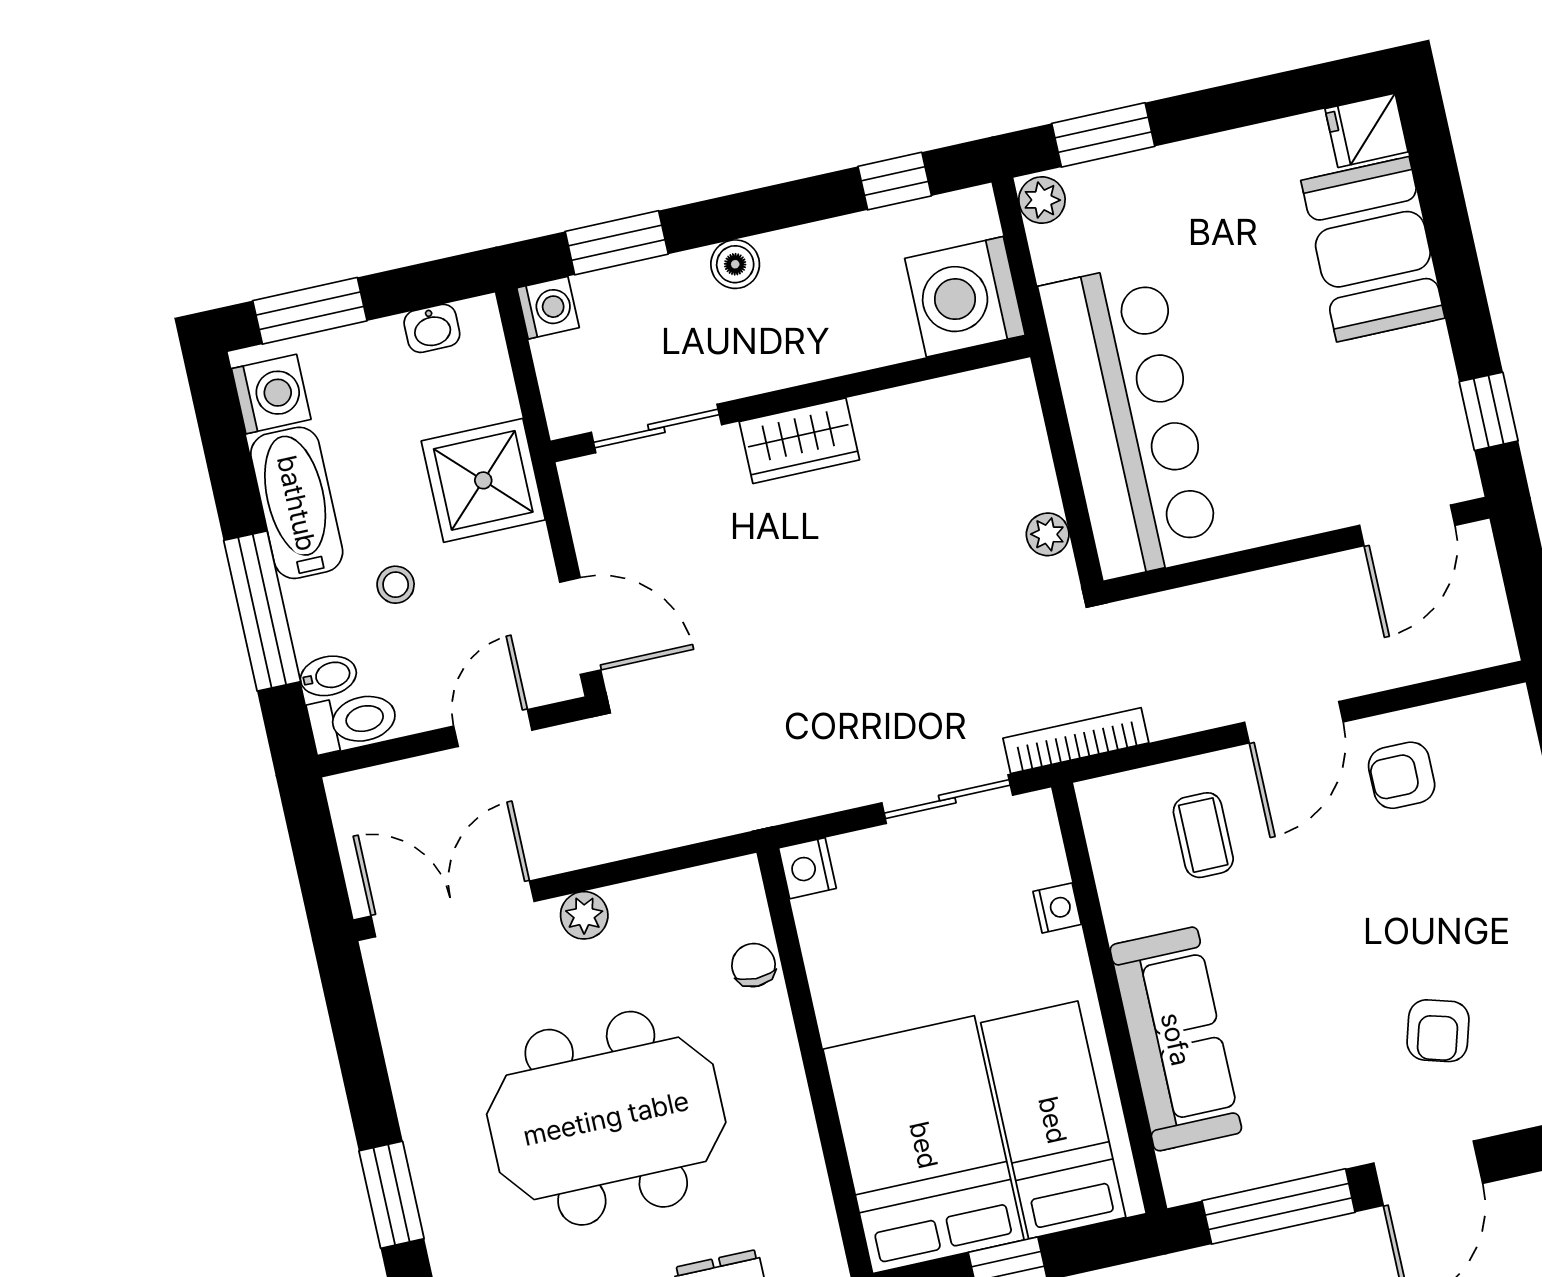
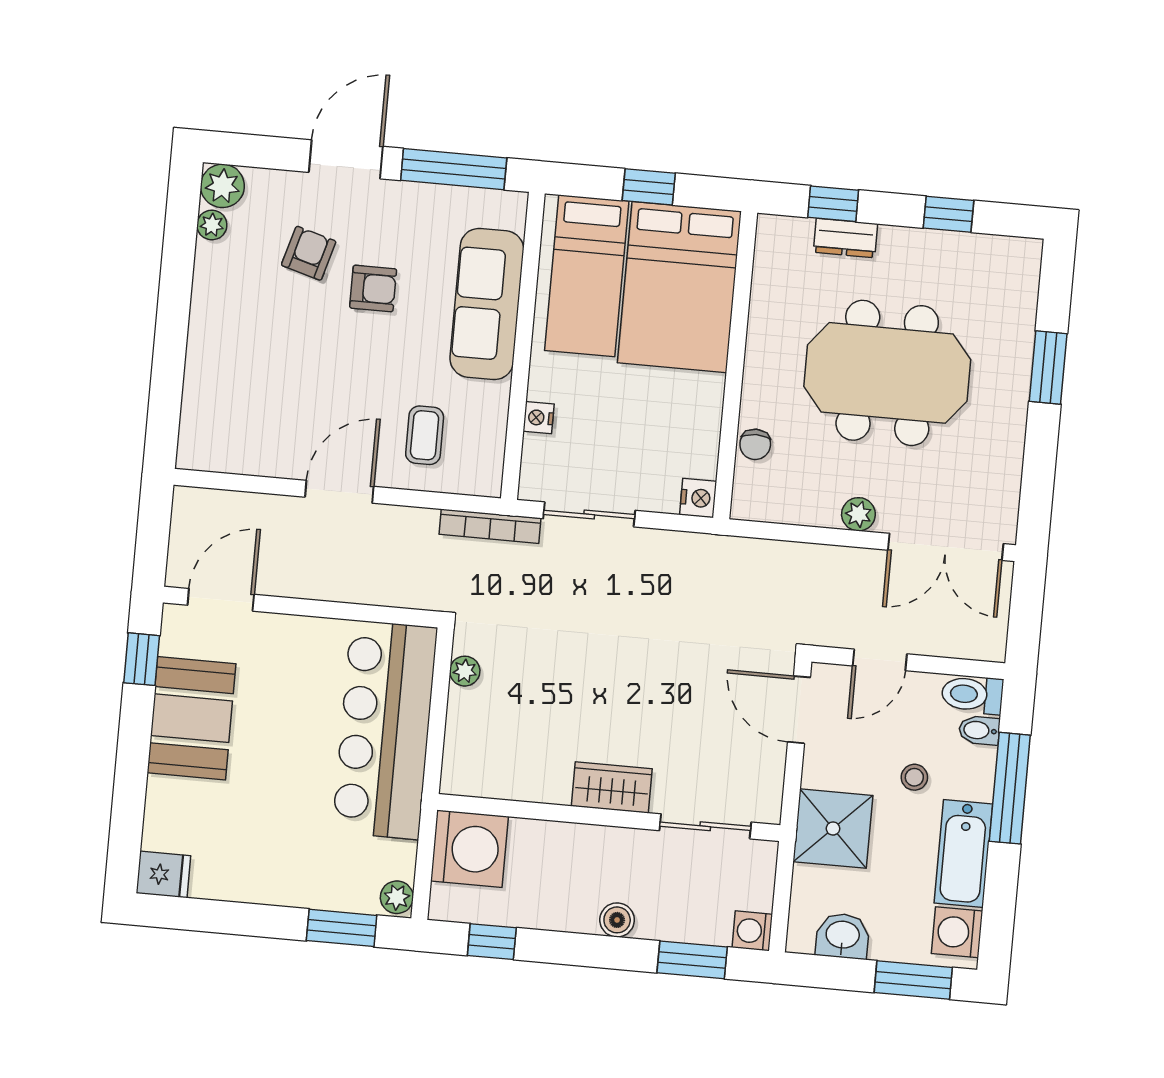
booth: (1373, 249) -> (191, 718), moved
washbasin: (432, 328) -> (843, 936), width x1.38, depth x1.45
armchair: (1402, 775) -> (373, 288), moved

